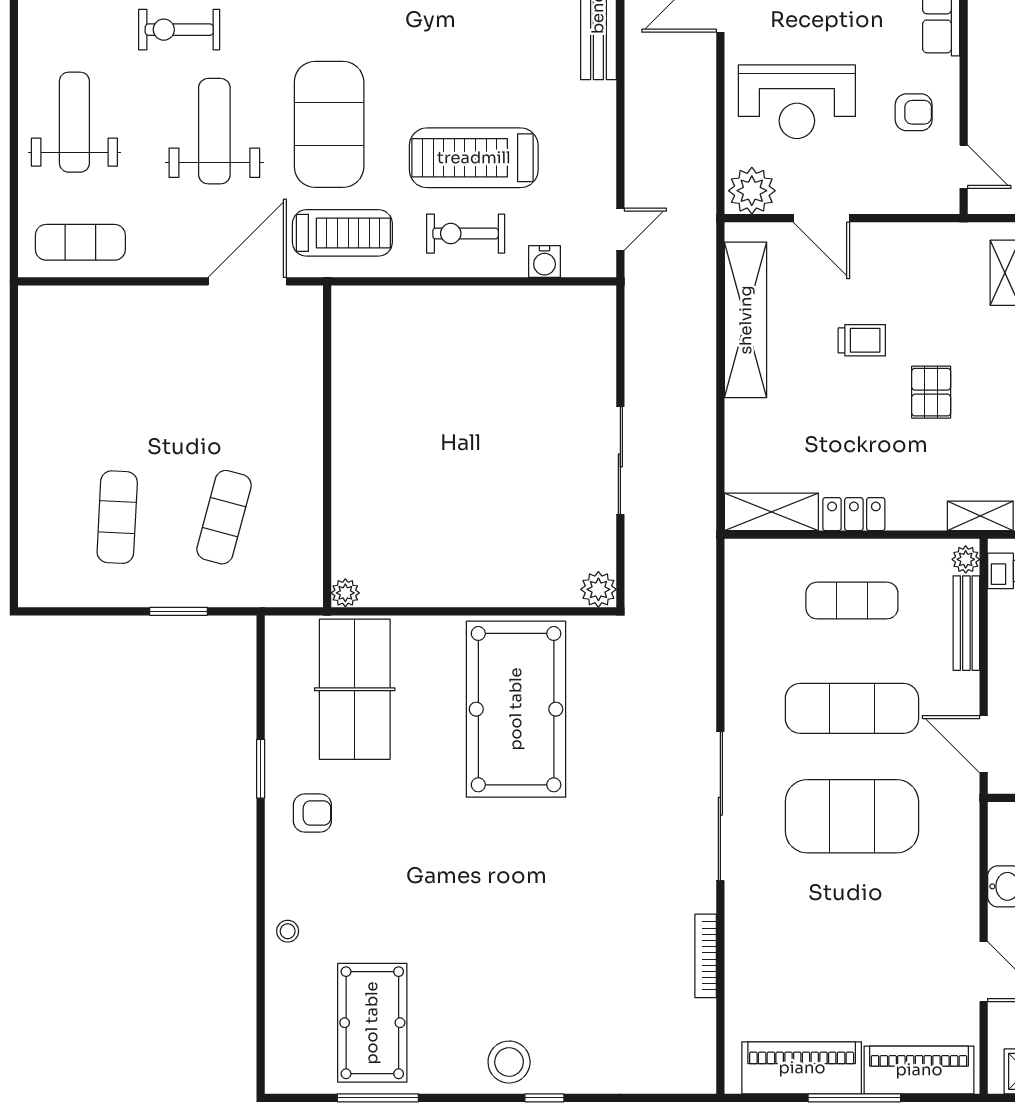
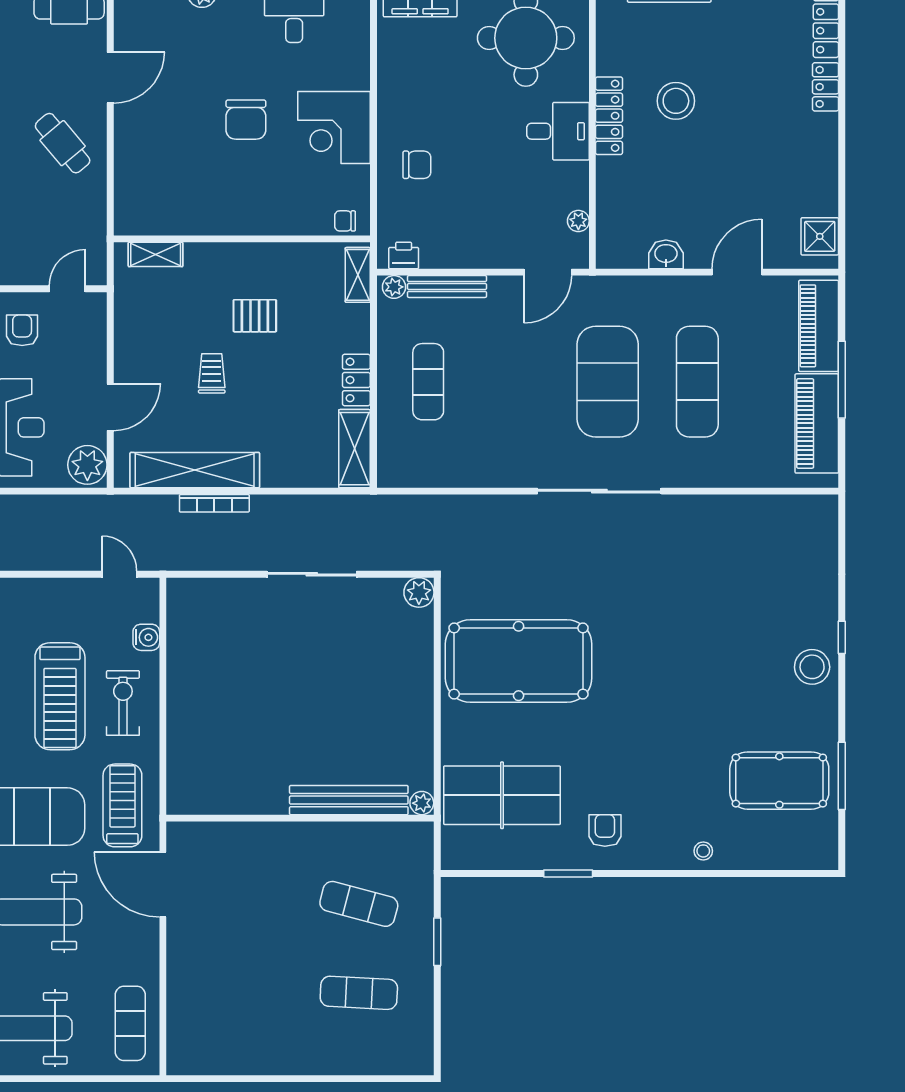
exercise bike: (466, 234) -> (123, 703), turned 180
bench: (349, 505) -> (349, 800), added
exercise mat: (852, 708) -> (697, 382), moved
bookcase: (706, 956) -> (214, 503), moved

